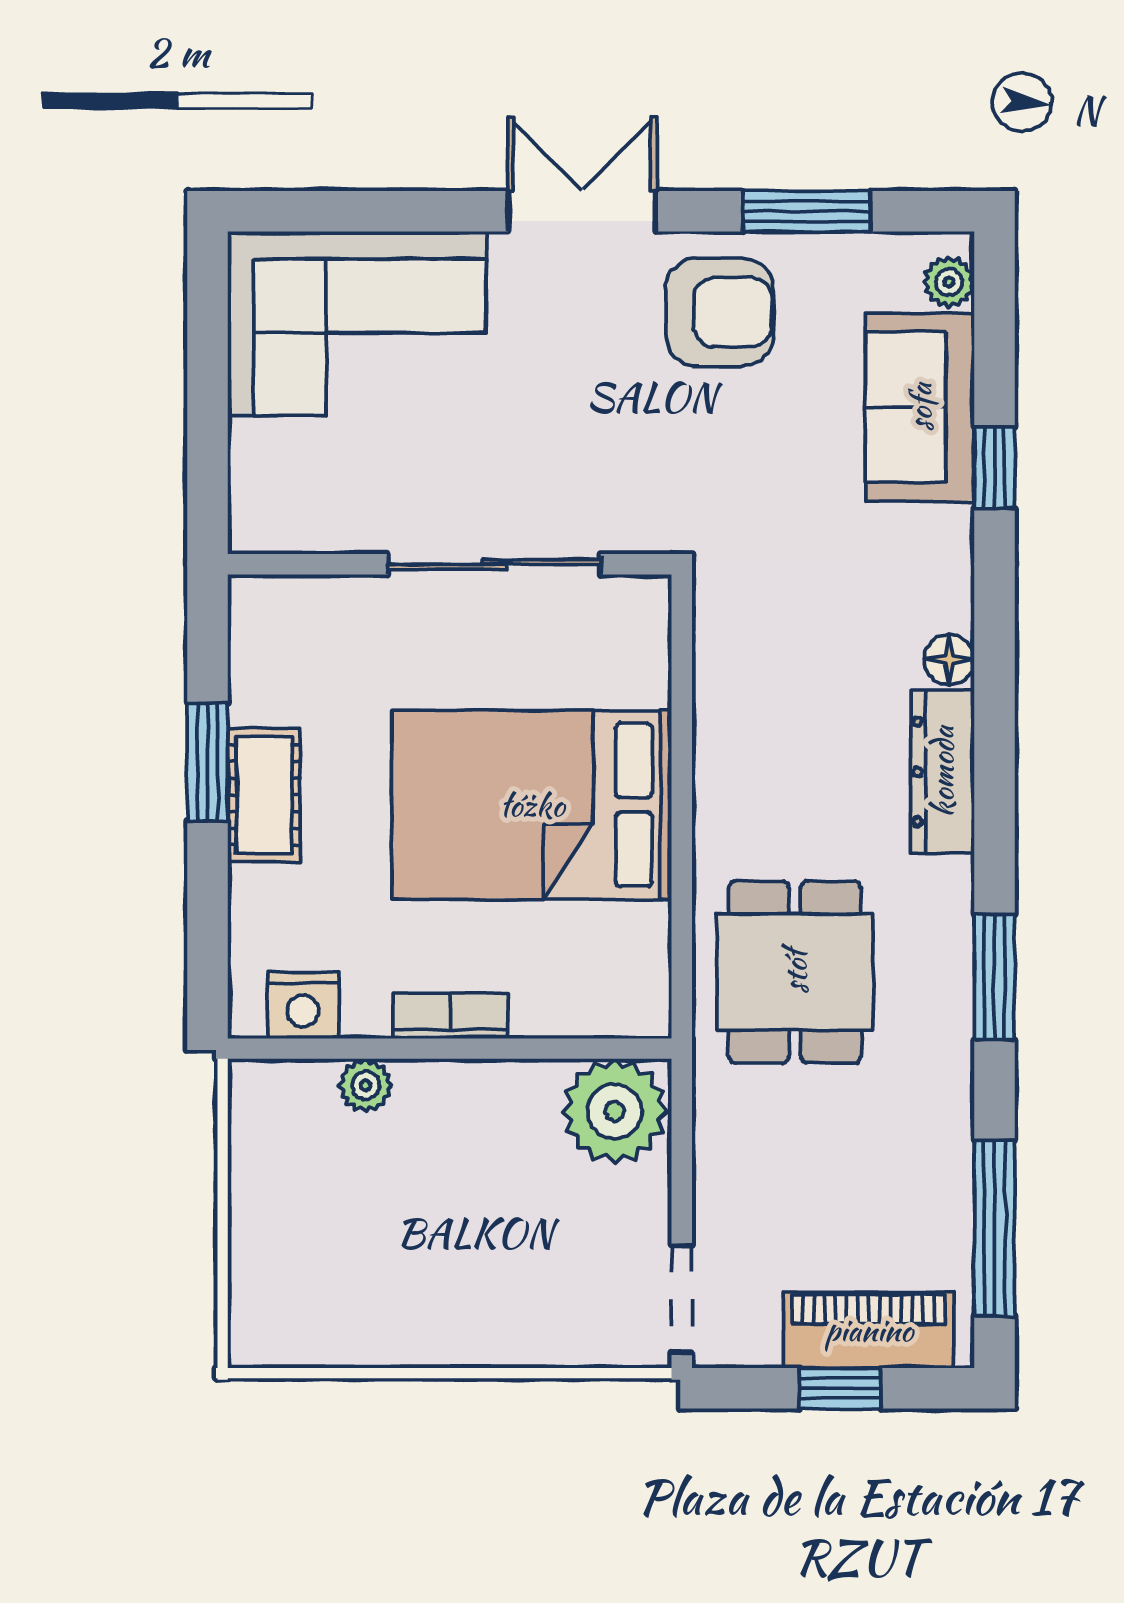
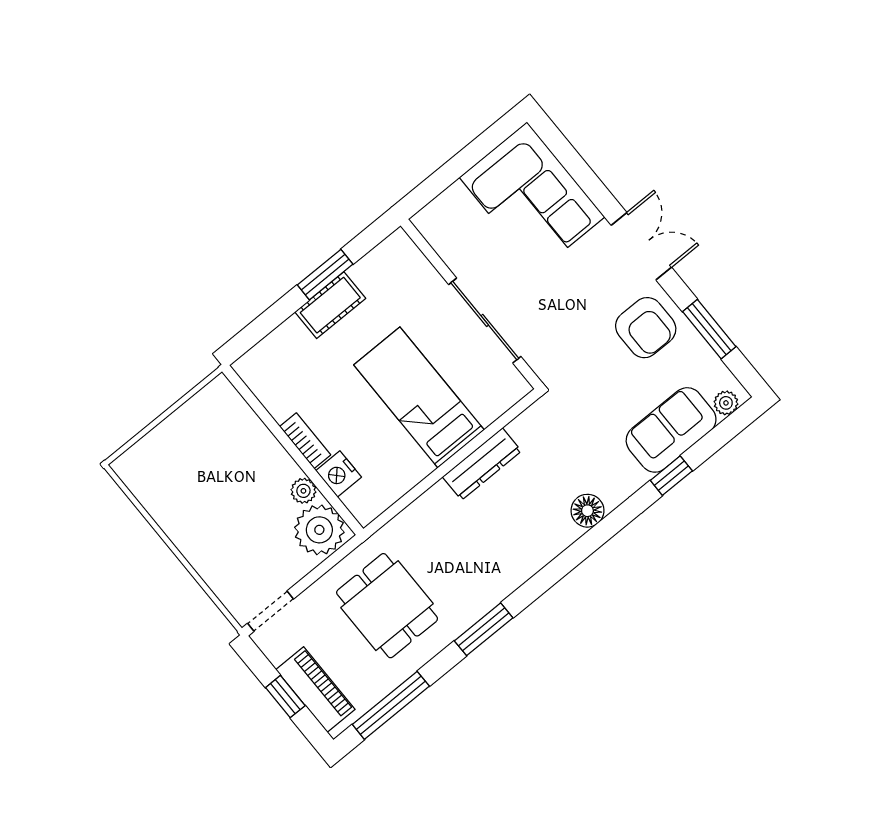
floor lamp: (949, 660) -> (587, 511), width x1.37, depth x1.37
dresser: (942, 772) -> (482, 464), moved, turned 180
bed: (532, 805) -> (419, 397), width x0.67
dining table: (795, 972) -> (387, 606), moved, turned 90
nightstand: (303, 1005) -> (339, 474), moved
plant: (366, 1085) -> (303, 491), moved

